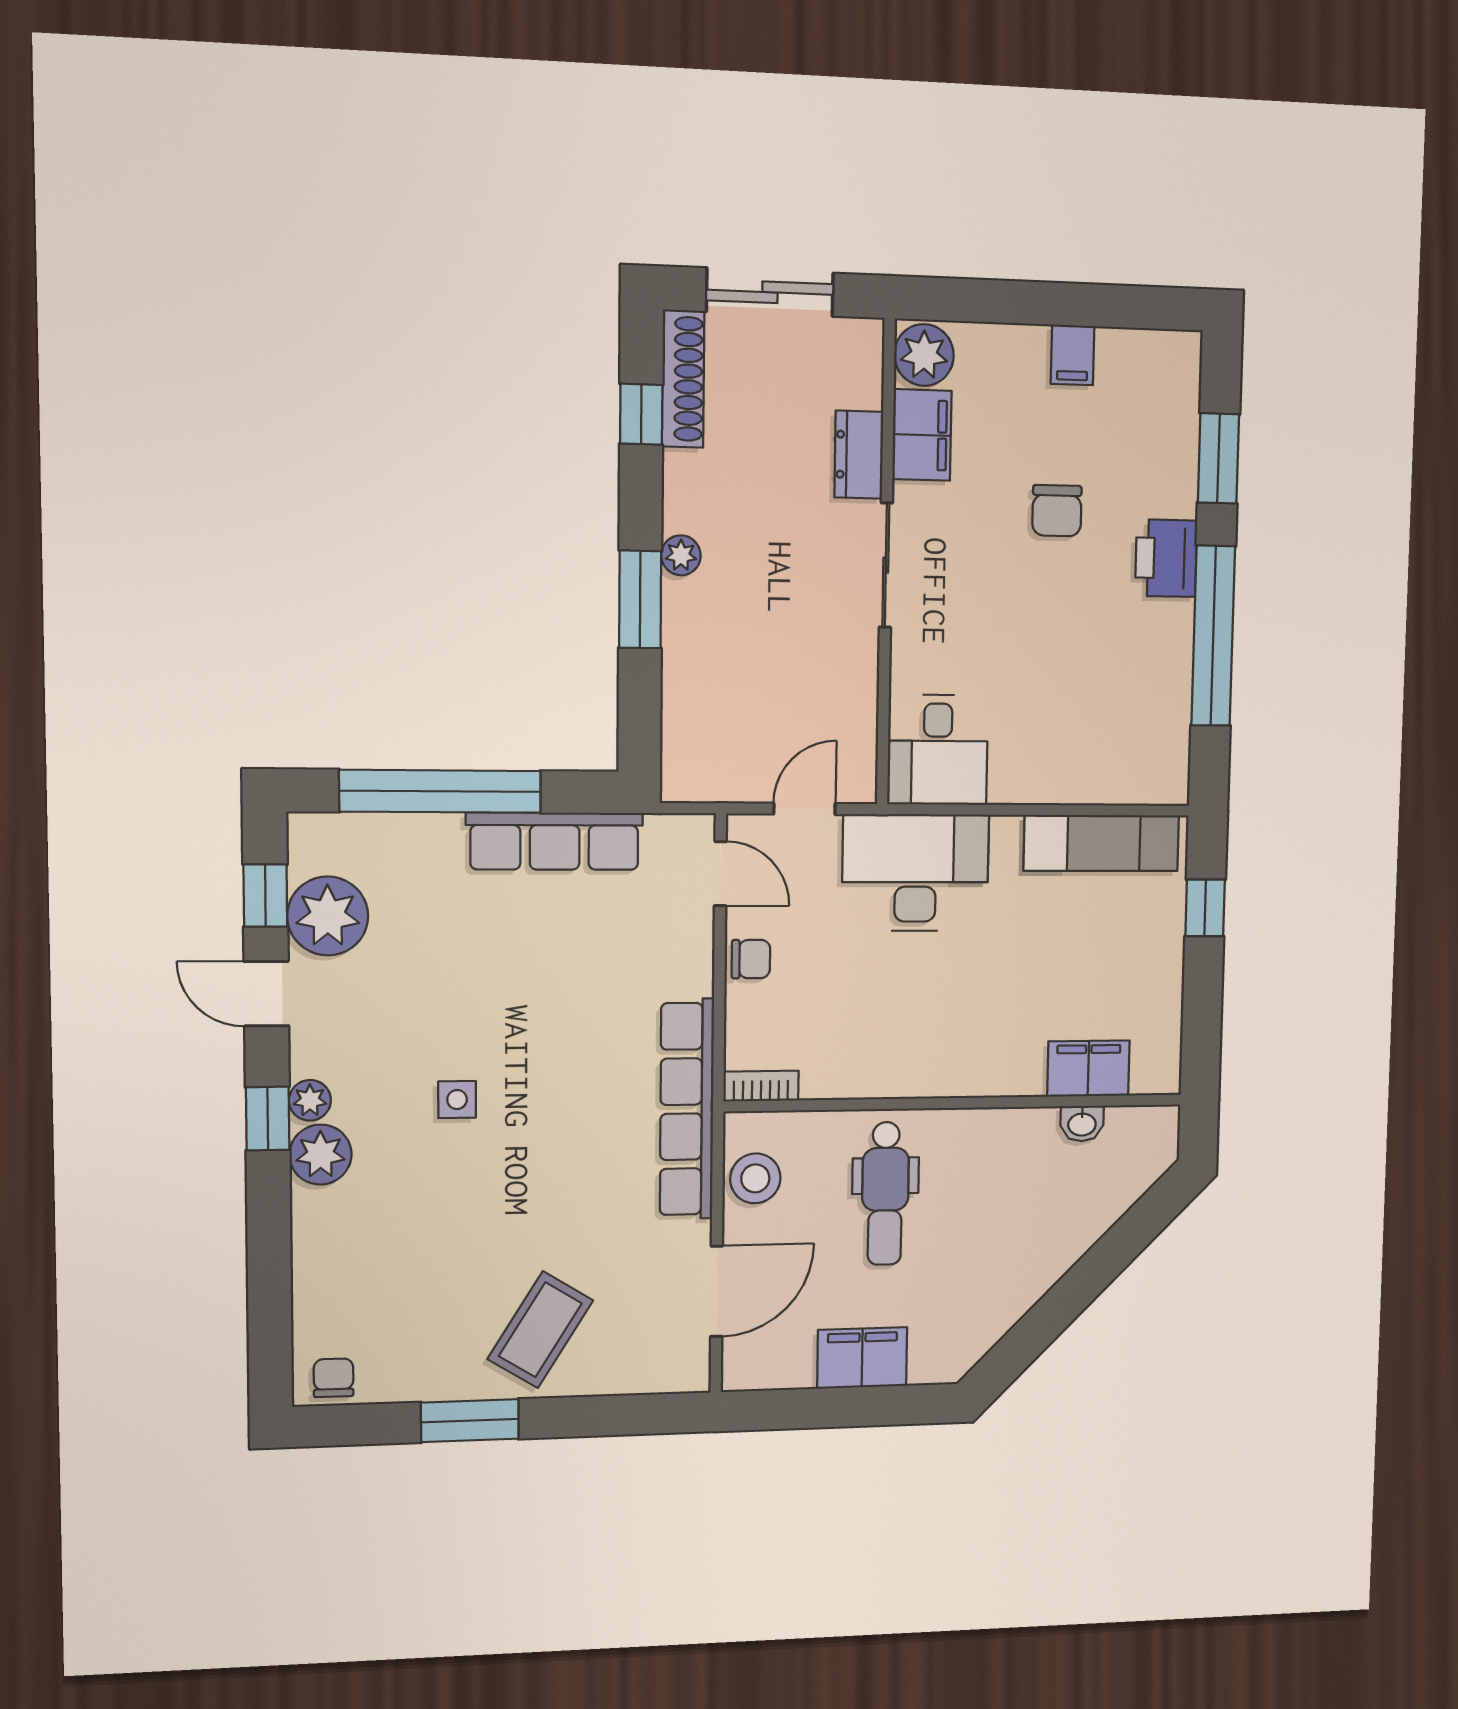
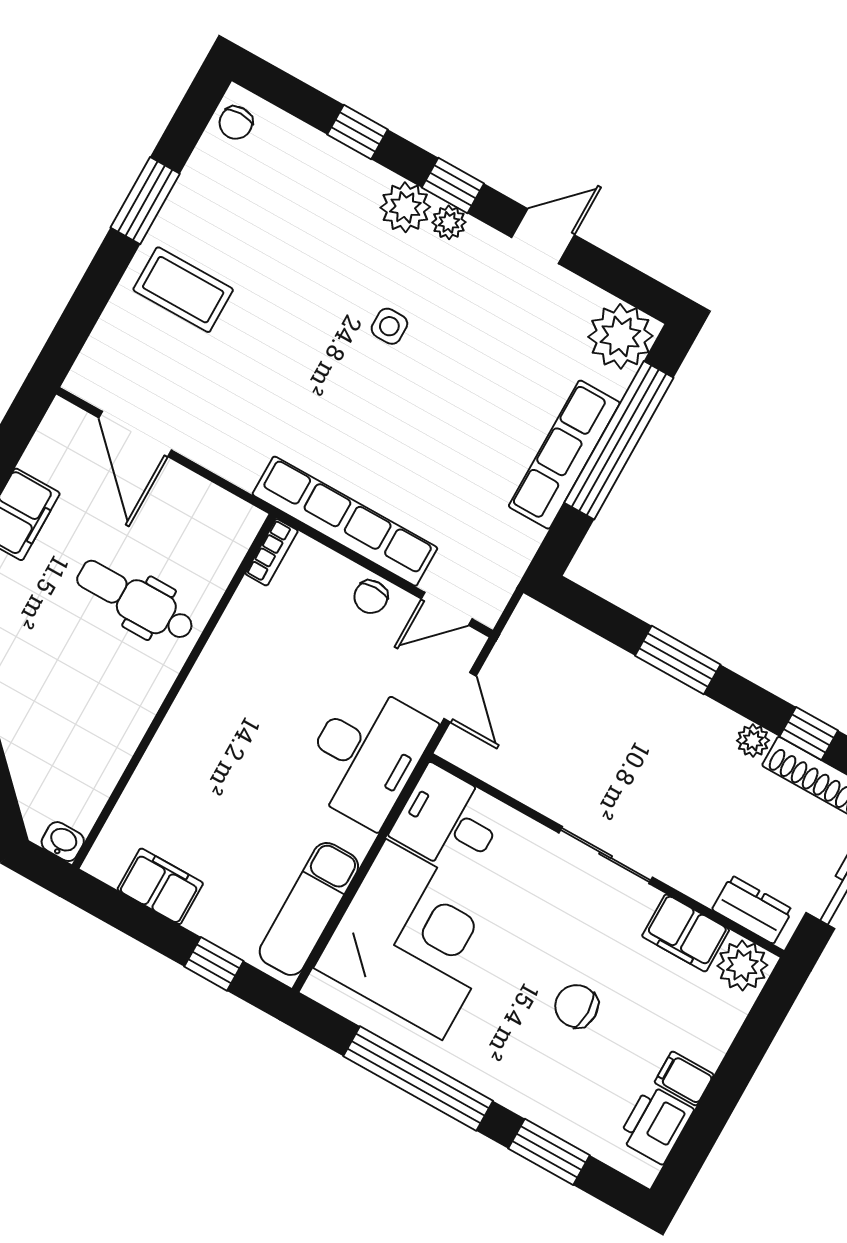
dresser: (859, 455) -> (752, 909), moved
plant: (681, 555) -> (753, 741), moved
printer: (1166, 558) -> (656, 1124), moved, turned -90
corner desk: (1077, 718) -> (414, 940), added
row of seats: (555, 841) -> (564, 455), moved
window: (265, 896) -> (357, 132), moved
plant: (328, 916) -> (620, 336), moved
filing cabinet: (1088, 1069) -> (160, 886), moved, turned -90
row of seats: (687, 1109) -> (345, 521), moved
washbasin: (1082, 1124) -> (63, 842), moved, turned 90
stool: (755, 1178) -> (204, 510), removed
coffee table: (540, 1330) -> (183, 290), turned -32
chair: (334, 1378) -> (236, 123), turned 90

